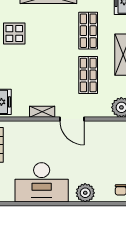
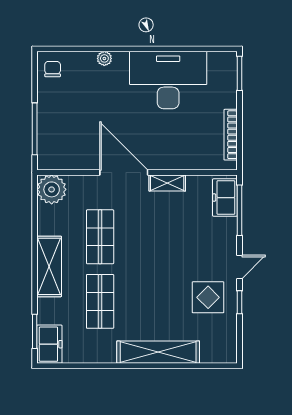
door: (72, 119) -> (124, 172), width x1.36
plant: (85, 193) -> (104, 58), width x0.53, depth x0.53

